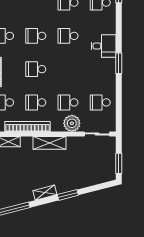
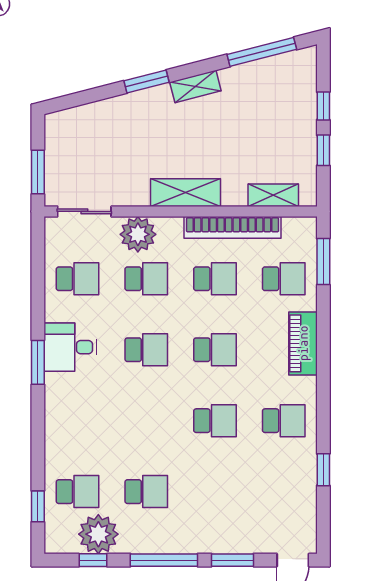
school desk: (68, 36) -> (146, 350), moved
desk: (104, 46) -> (70, 347), moved
window: (119, 163) -> (38, 172), moved

